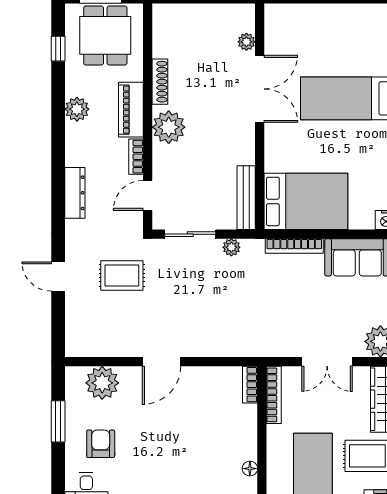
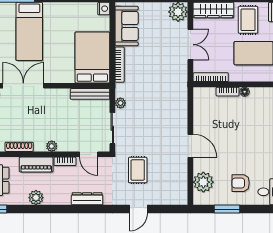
plant: (169, 127) -> (52, 146), width x0.53, depth x0.53
bookcase: (250, 385) -> (228, 92), moved
floor lamp: (250, 469) -> (245, 92), moved

